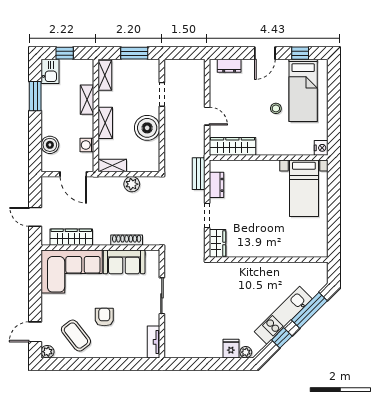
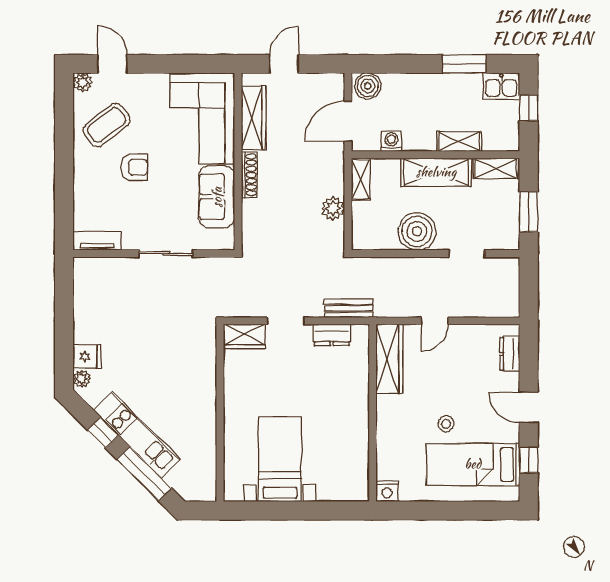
shelving: (105, 123) -> (436, 172), width x1.50, depth x1.33
boiler: (50, 145) -> (368, 86), moved
bed with nightstands: (304, 188) -> (280, 459), moved, turned 90
shoe rack: (127, 240) -> (249, 175), moved

